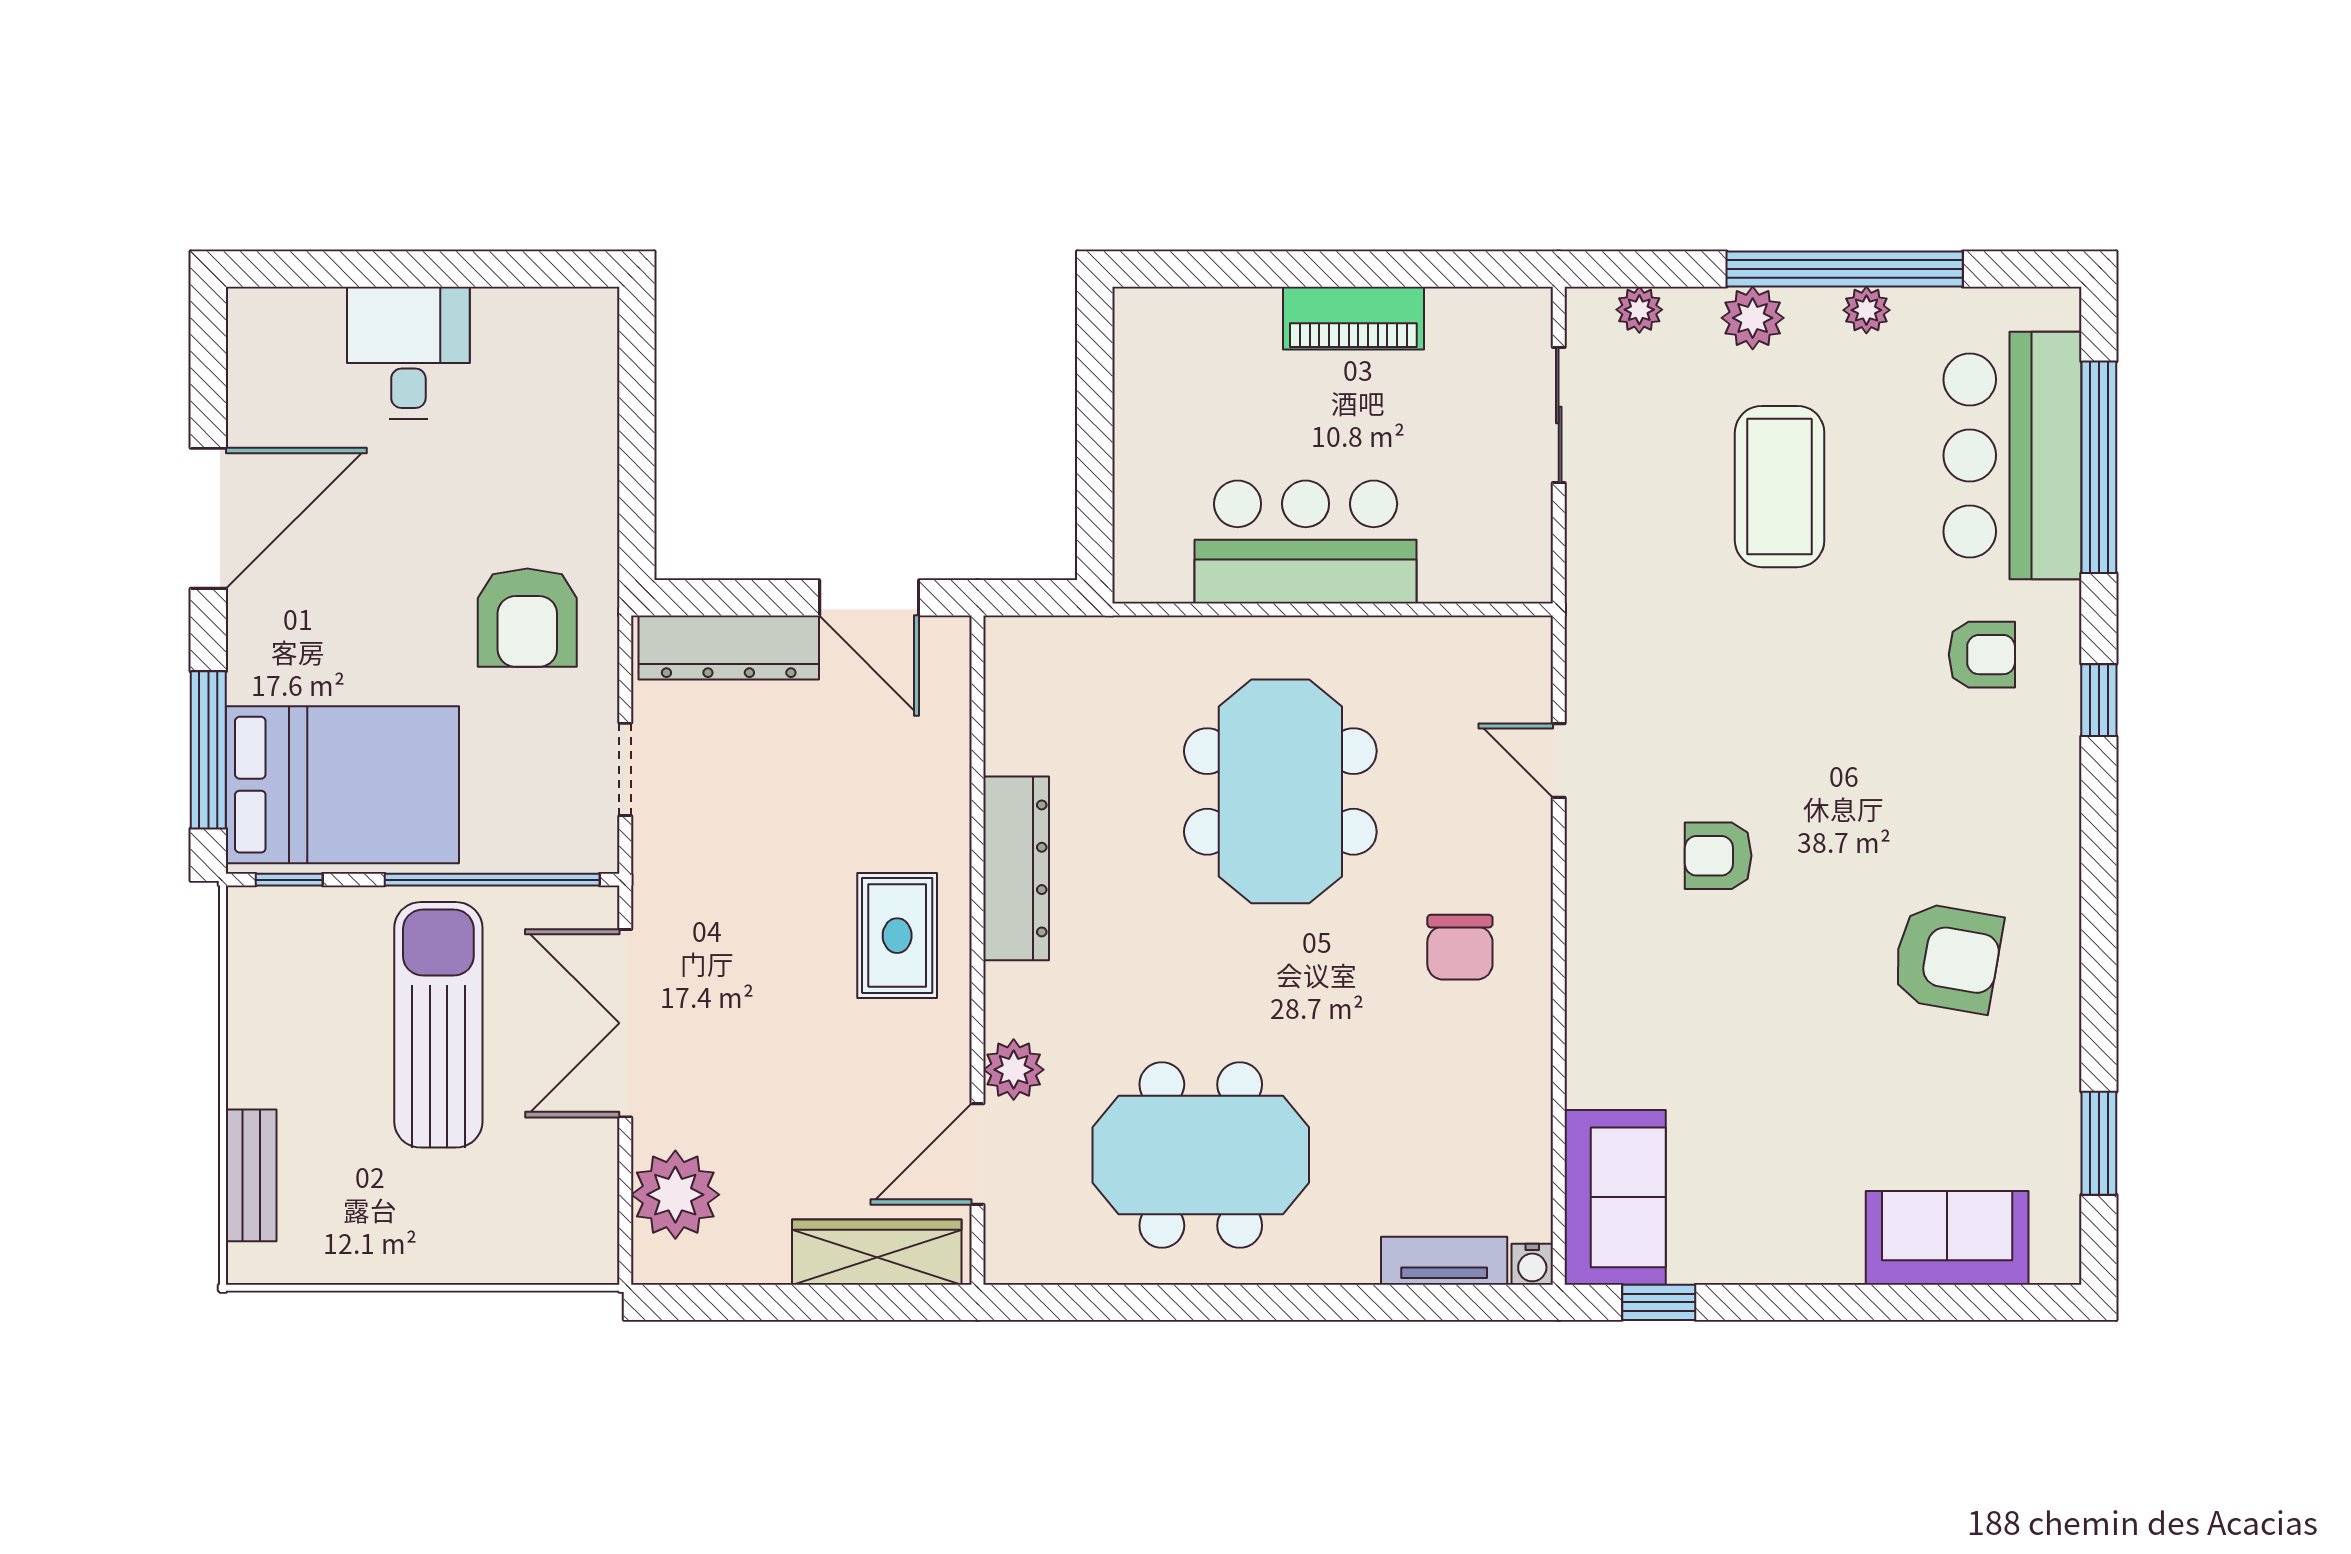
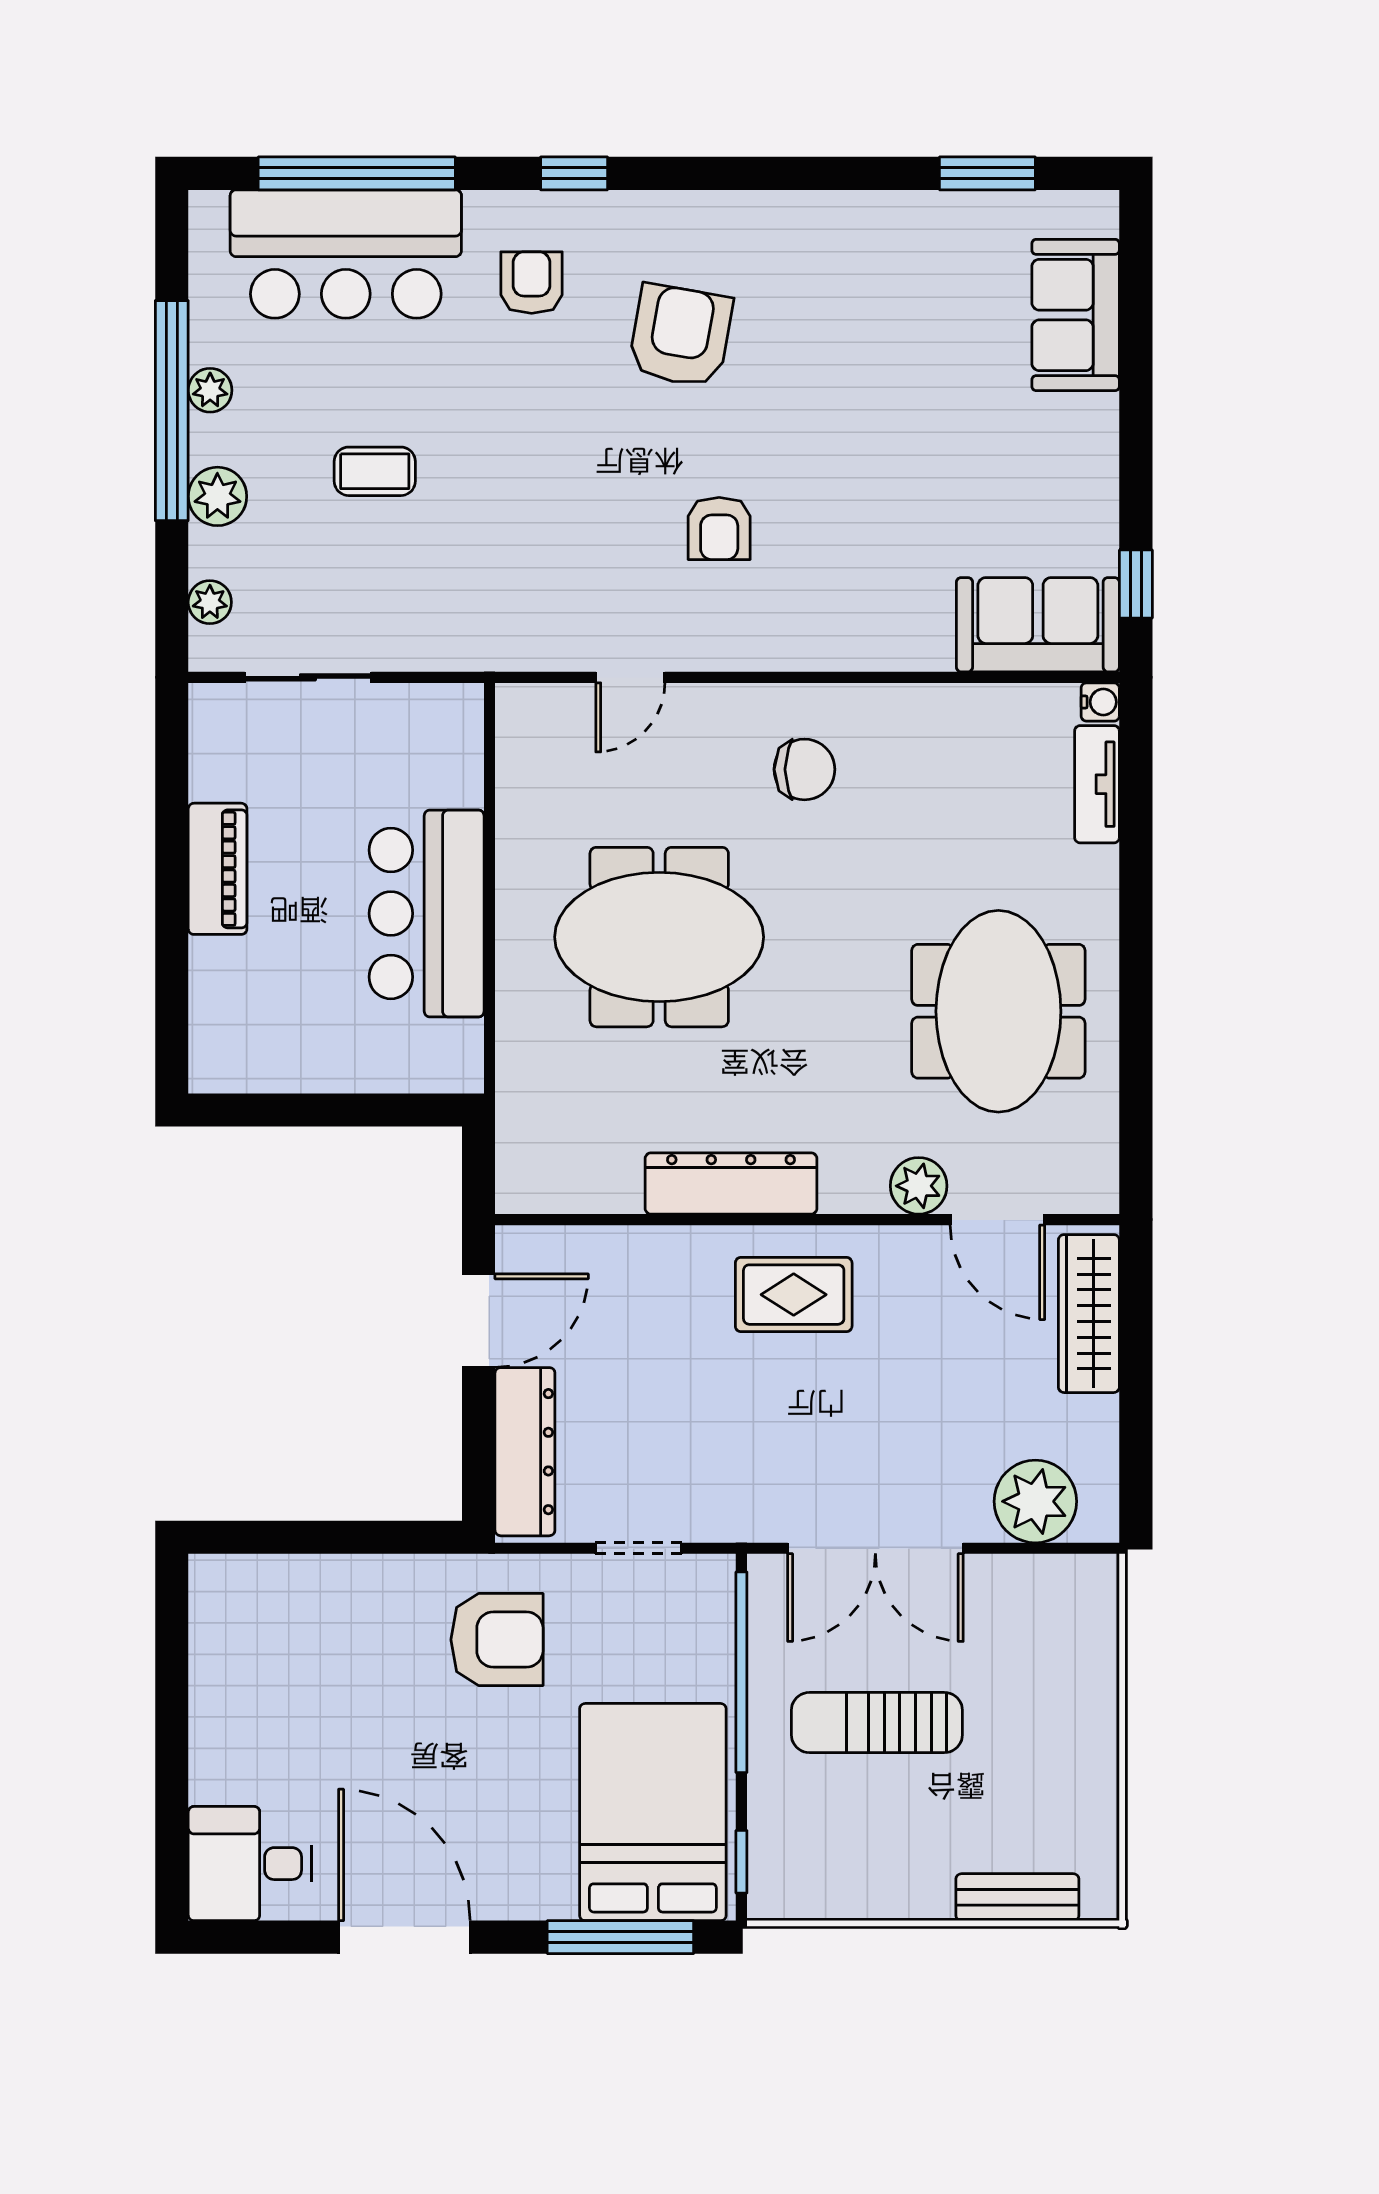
desk: (408, 353) -> (250, 1864), moved
coffee table: (1780, 487) -> (375, 471), width x0.54, depth x0.58
armchair: (1947, 958) -> (680, 336), moved
sun lounger: (438, 1025) -> (877, 1723), width x0.73, depth x0.75

